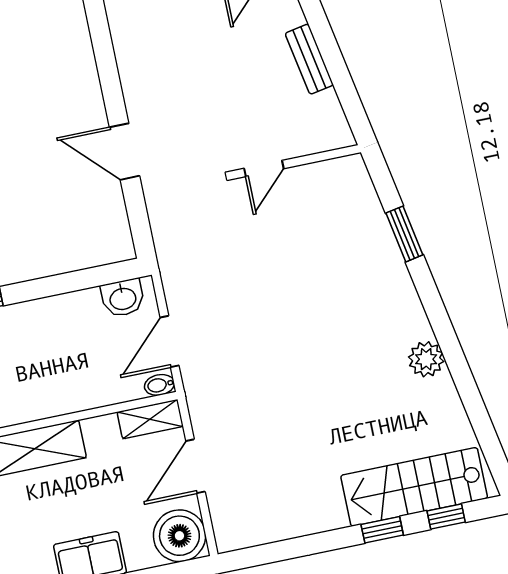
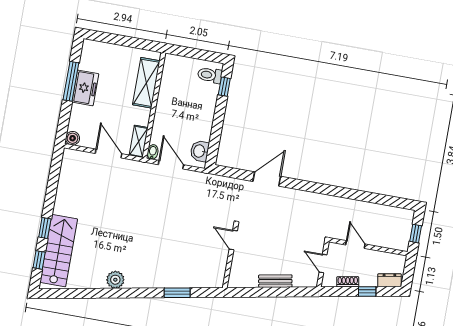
boiler: (179, 536) -> (73, 138), width x0.54, depth x0.54

